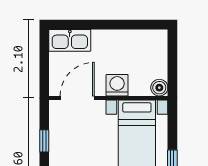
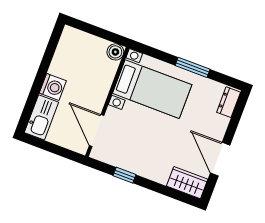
washing machine: (117, 85) -> (53, 87), moved, turned 180

